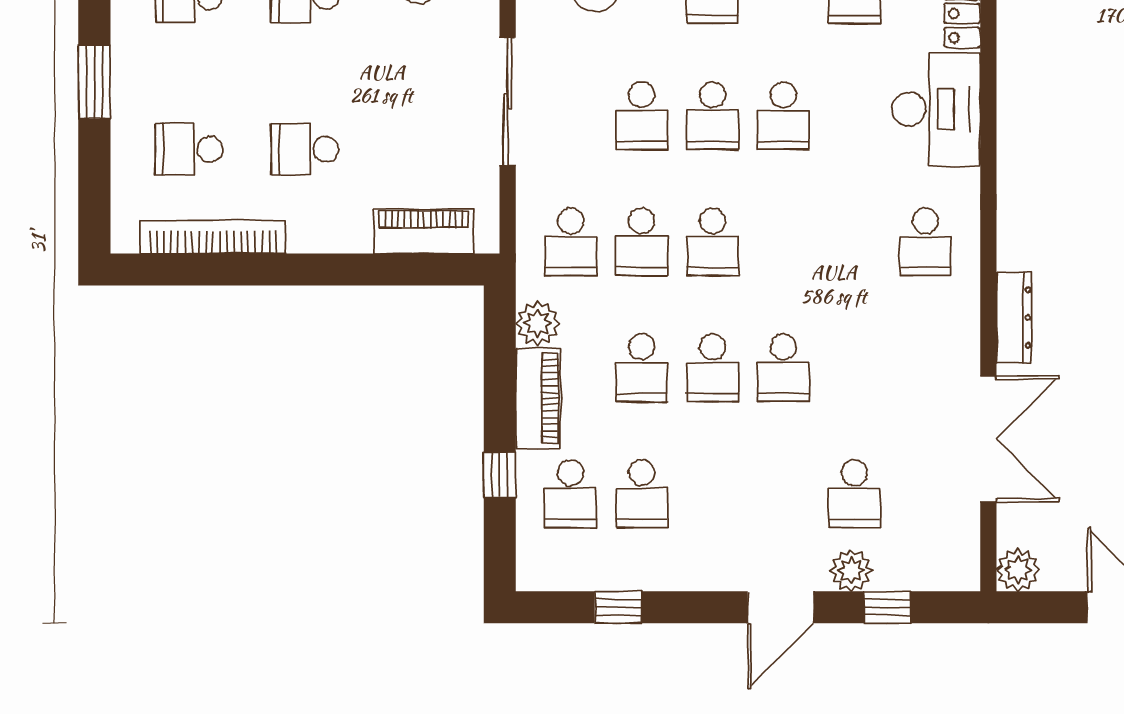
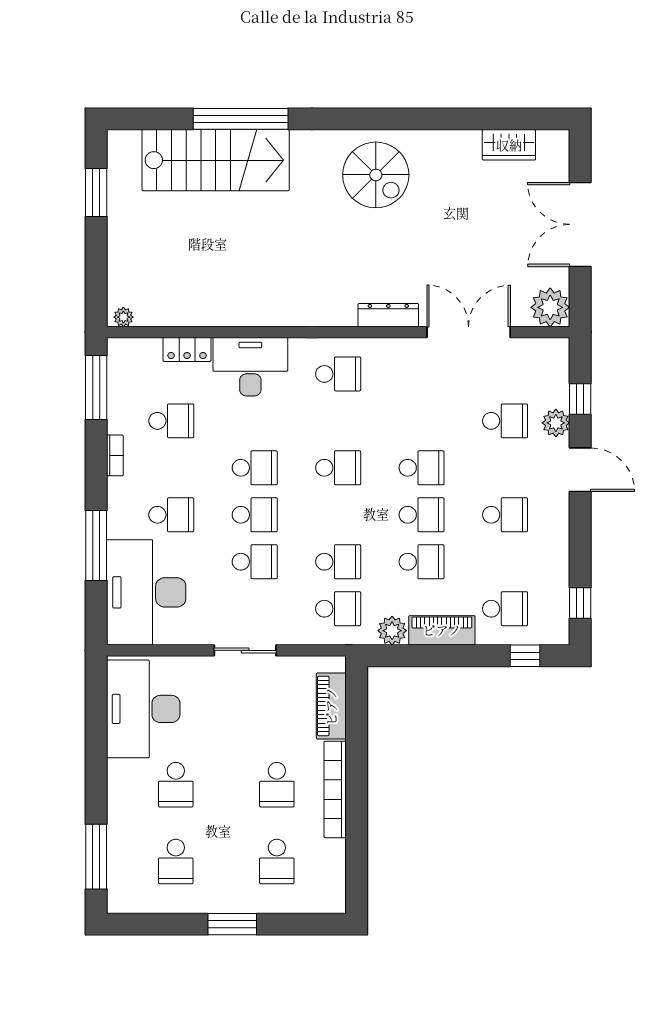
sliding door: (508, 101) -> (245, 650), width x0.73
bookcase: (213, 237) -> (335, 789), moved
school desk: (713, 242) -> (338, 468), moved
window: (500, 475) -> (525, 656), moved
school desk: (642, 494) -> (505, 515), moved
plant: (1018, 570) -> (550, 307), width x1.36, depth x1.36
window: (618, 607) -> (580, 603), moved

